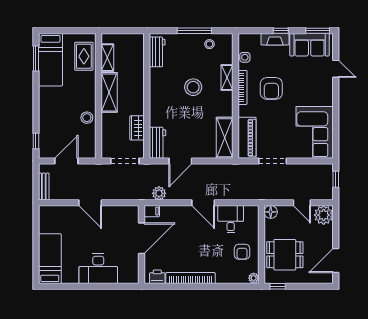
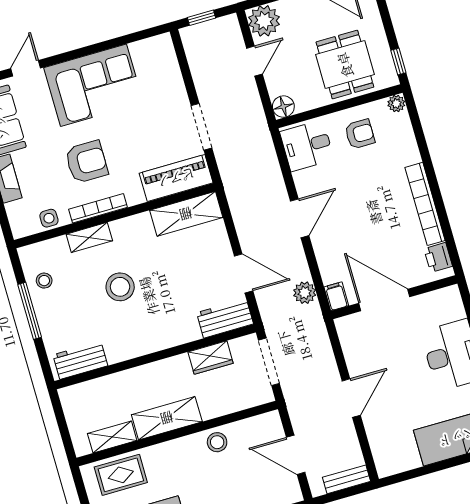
corner sofa: (315, 132) -> (94, 85), moved
desk: (231, 219) -> (307, 146), moved

